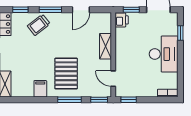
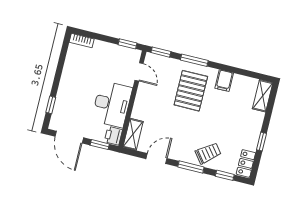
shelving: (105, 46) -> (133, 134), moved
desk: (164, 54) -> (112, 104), moved, turned 180

